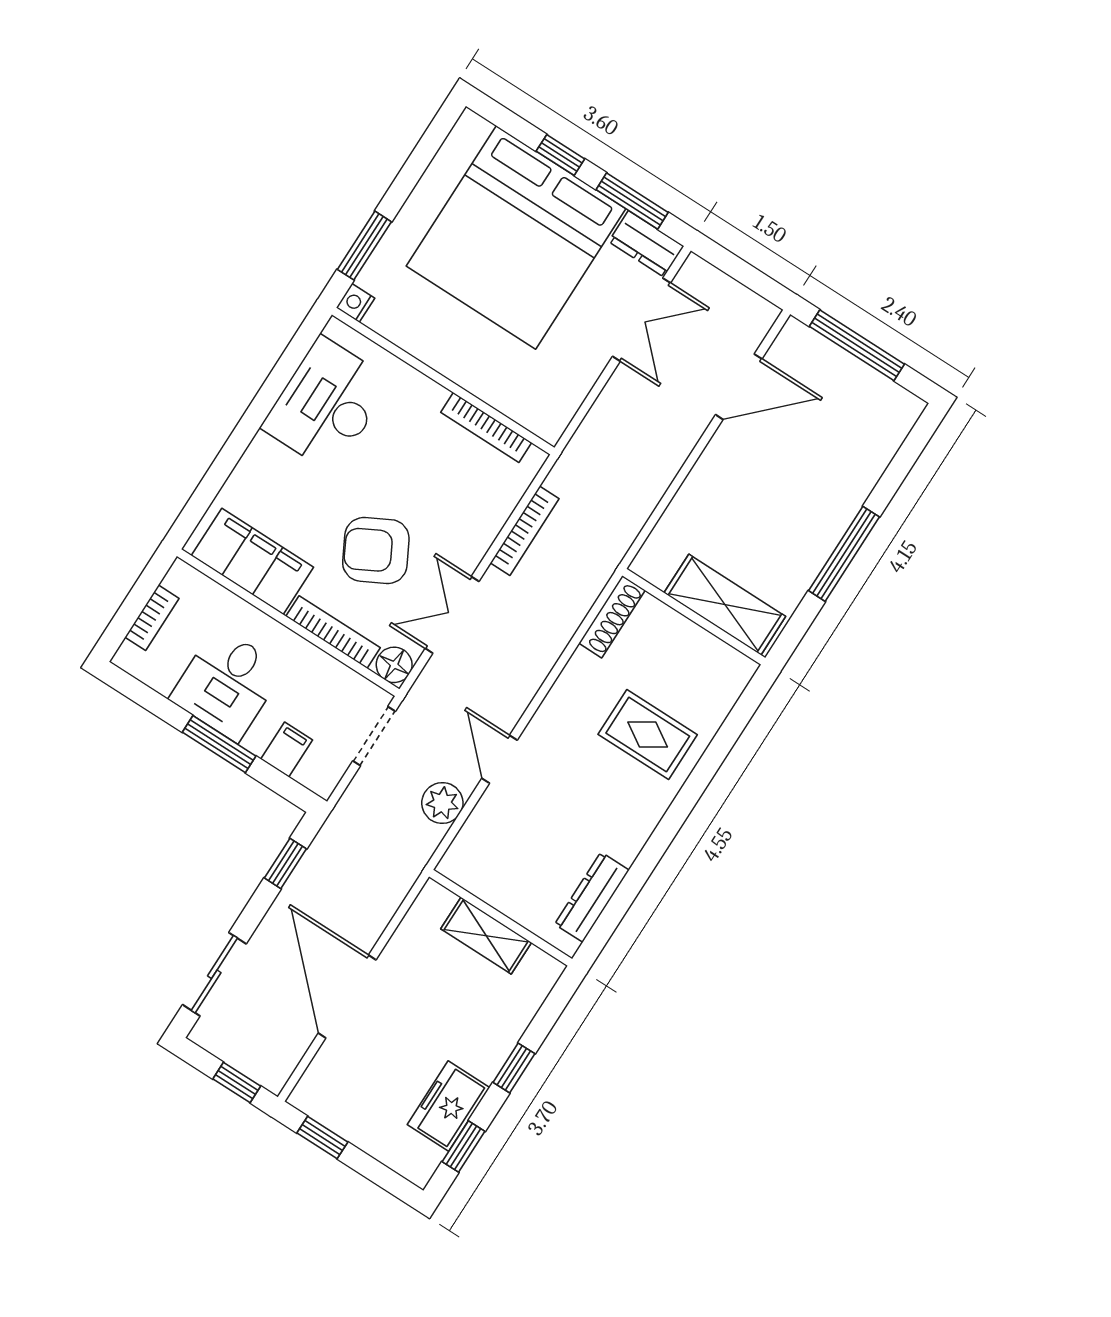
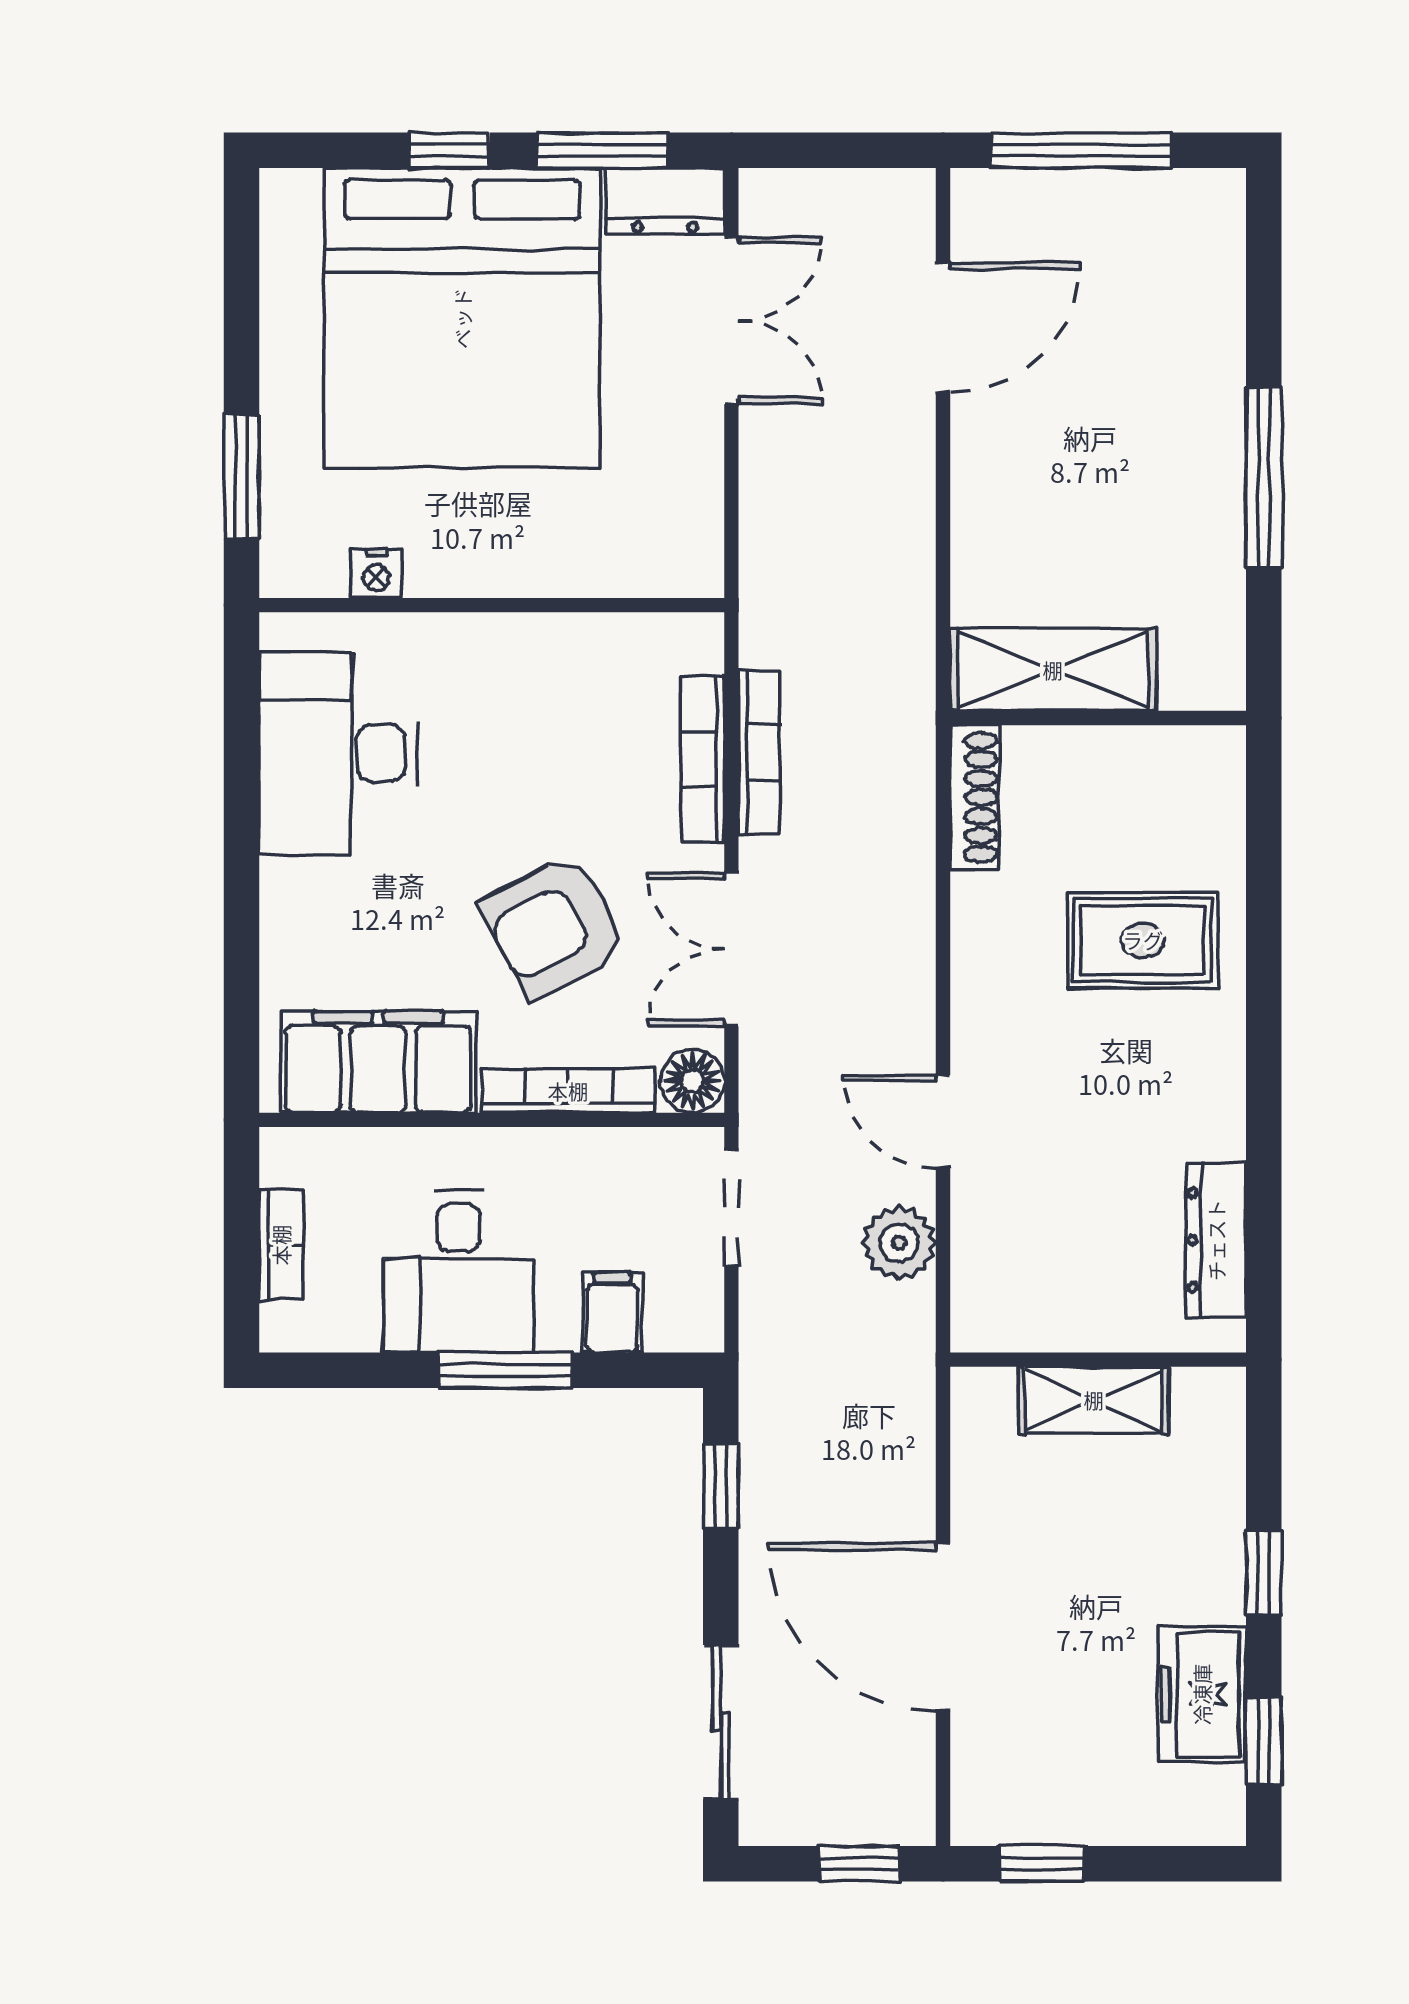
nightstand: (356, 303) -> (376, 574), moved, turned -90
bookcase: (486, 427) -> (703, 759), moved, turned 90
shelving: (725, 605) -> (1053, 670), moved

